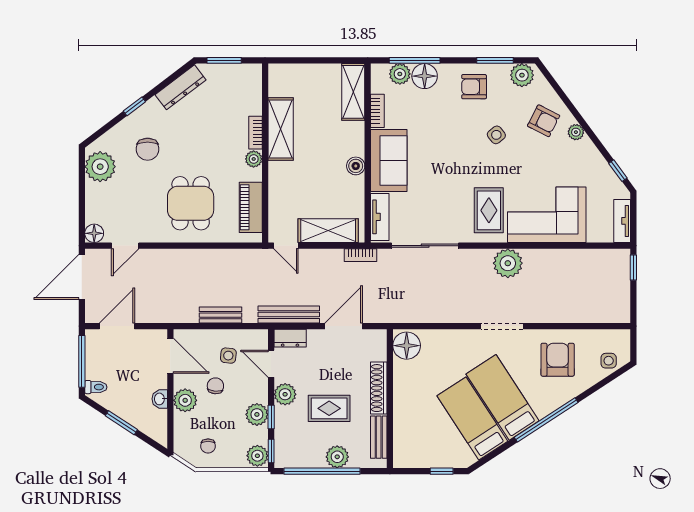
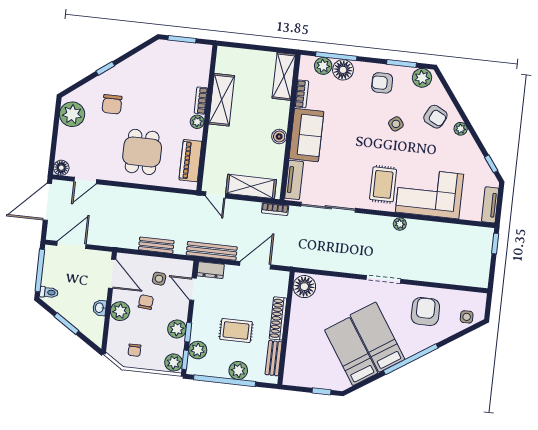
dresser: (181, 87) -> (144, 57), removed
plant: (508, 263) -> (400, 224), width x0.53, depth x0.53
plant: (285, 394) -> (198, 350), moved

